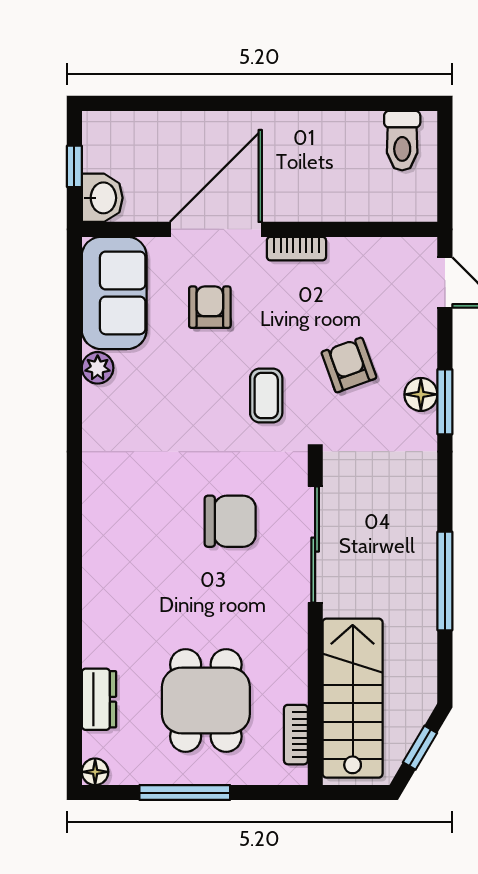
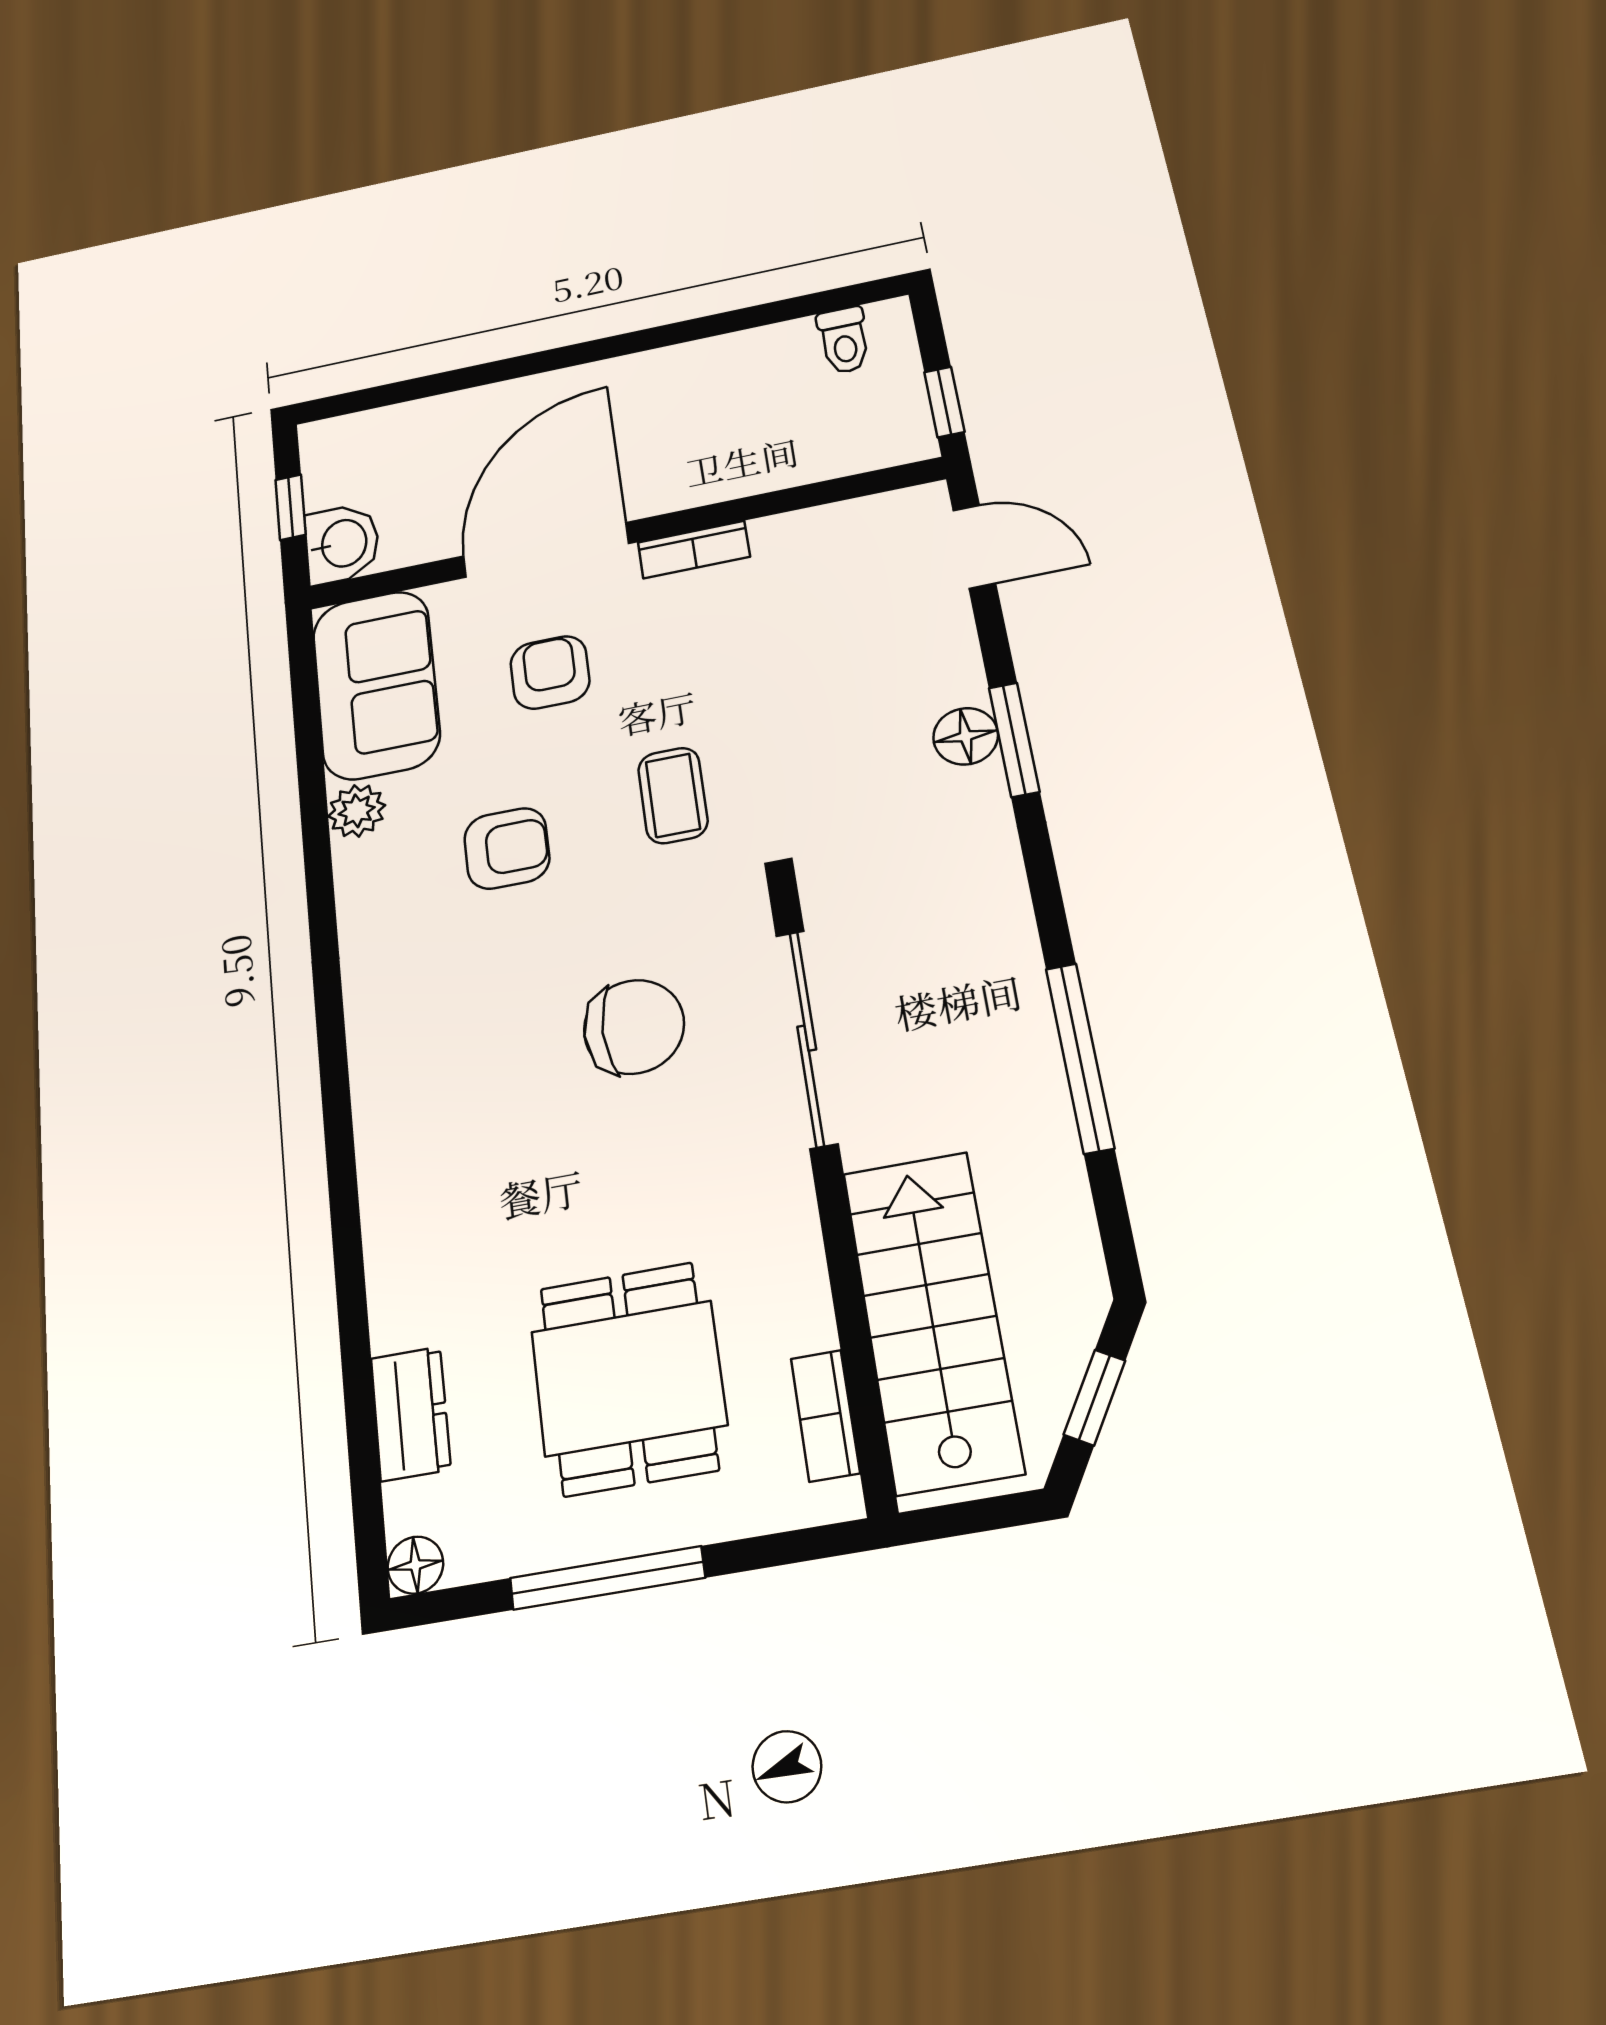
toilet: (402, 141) -> (844, 340), width x0.73, depth x0.72
window: (445, 187) -> (944, 402), added
armchair: (349, 365) -> (507, 848), moved, turned 110

